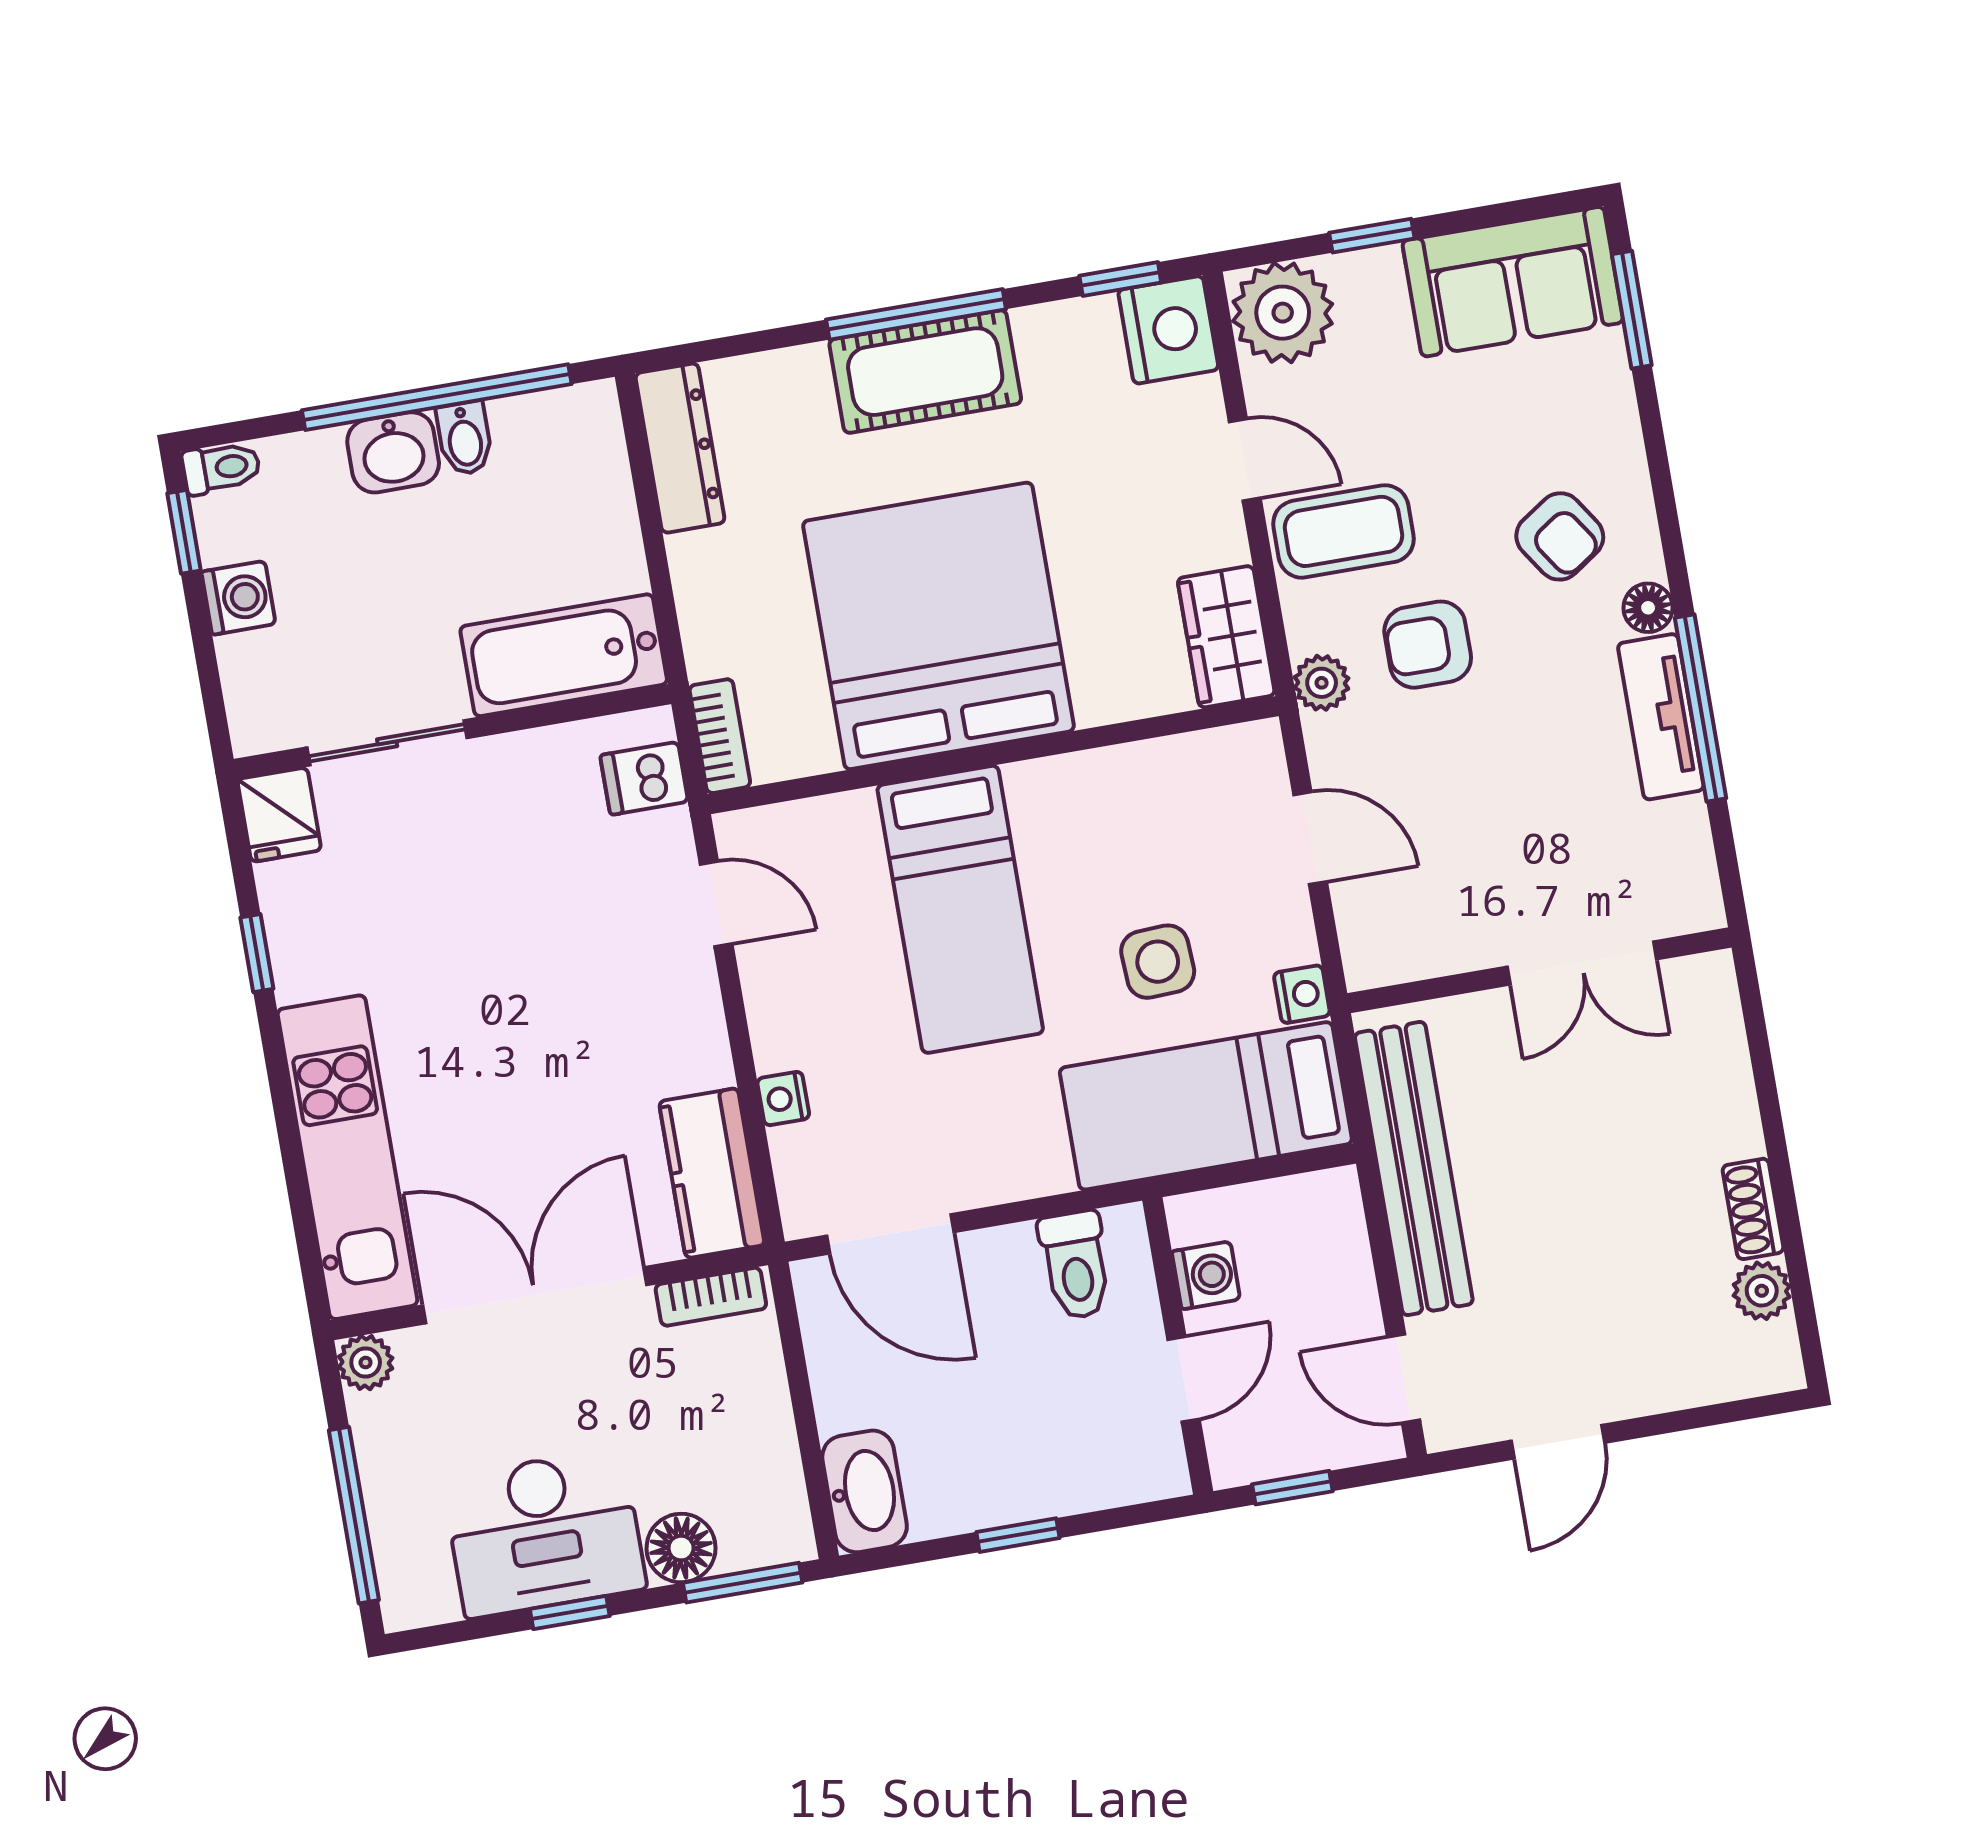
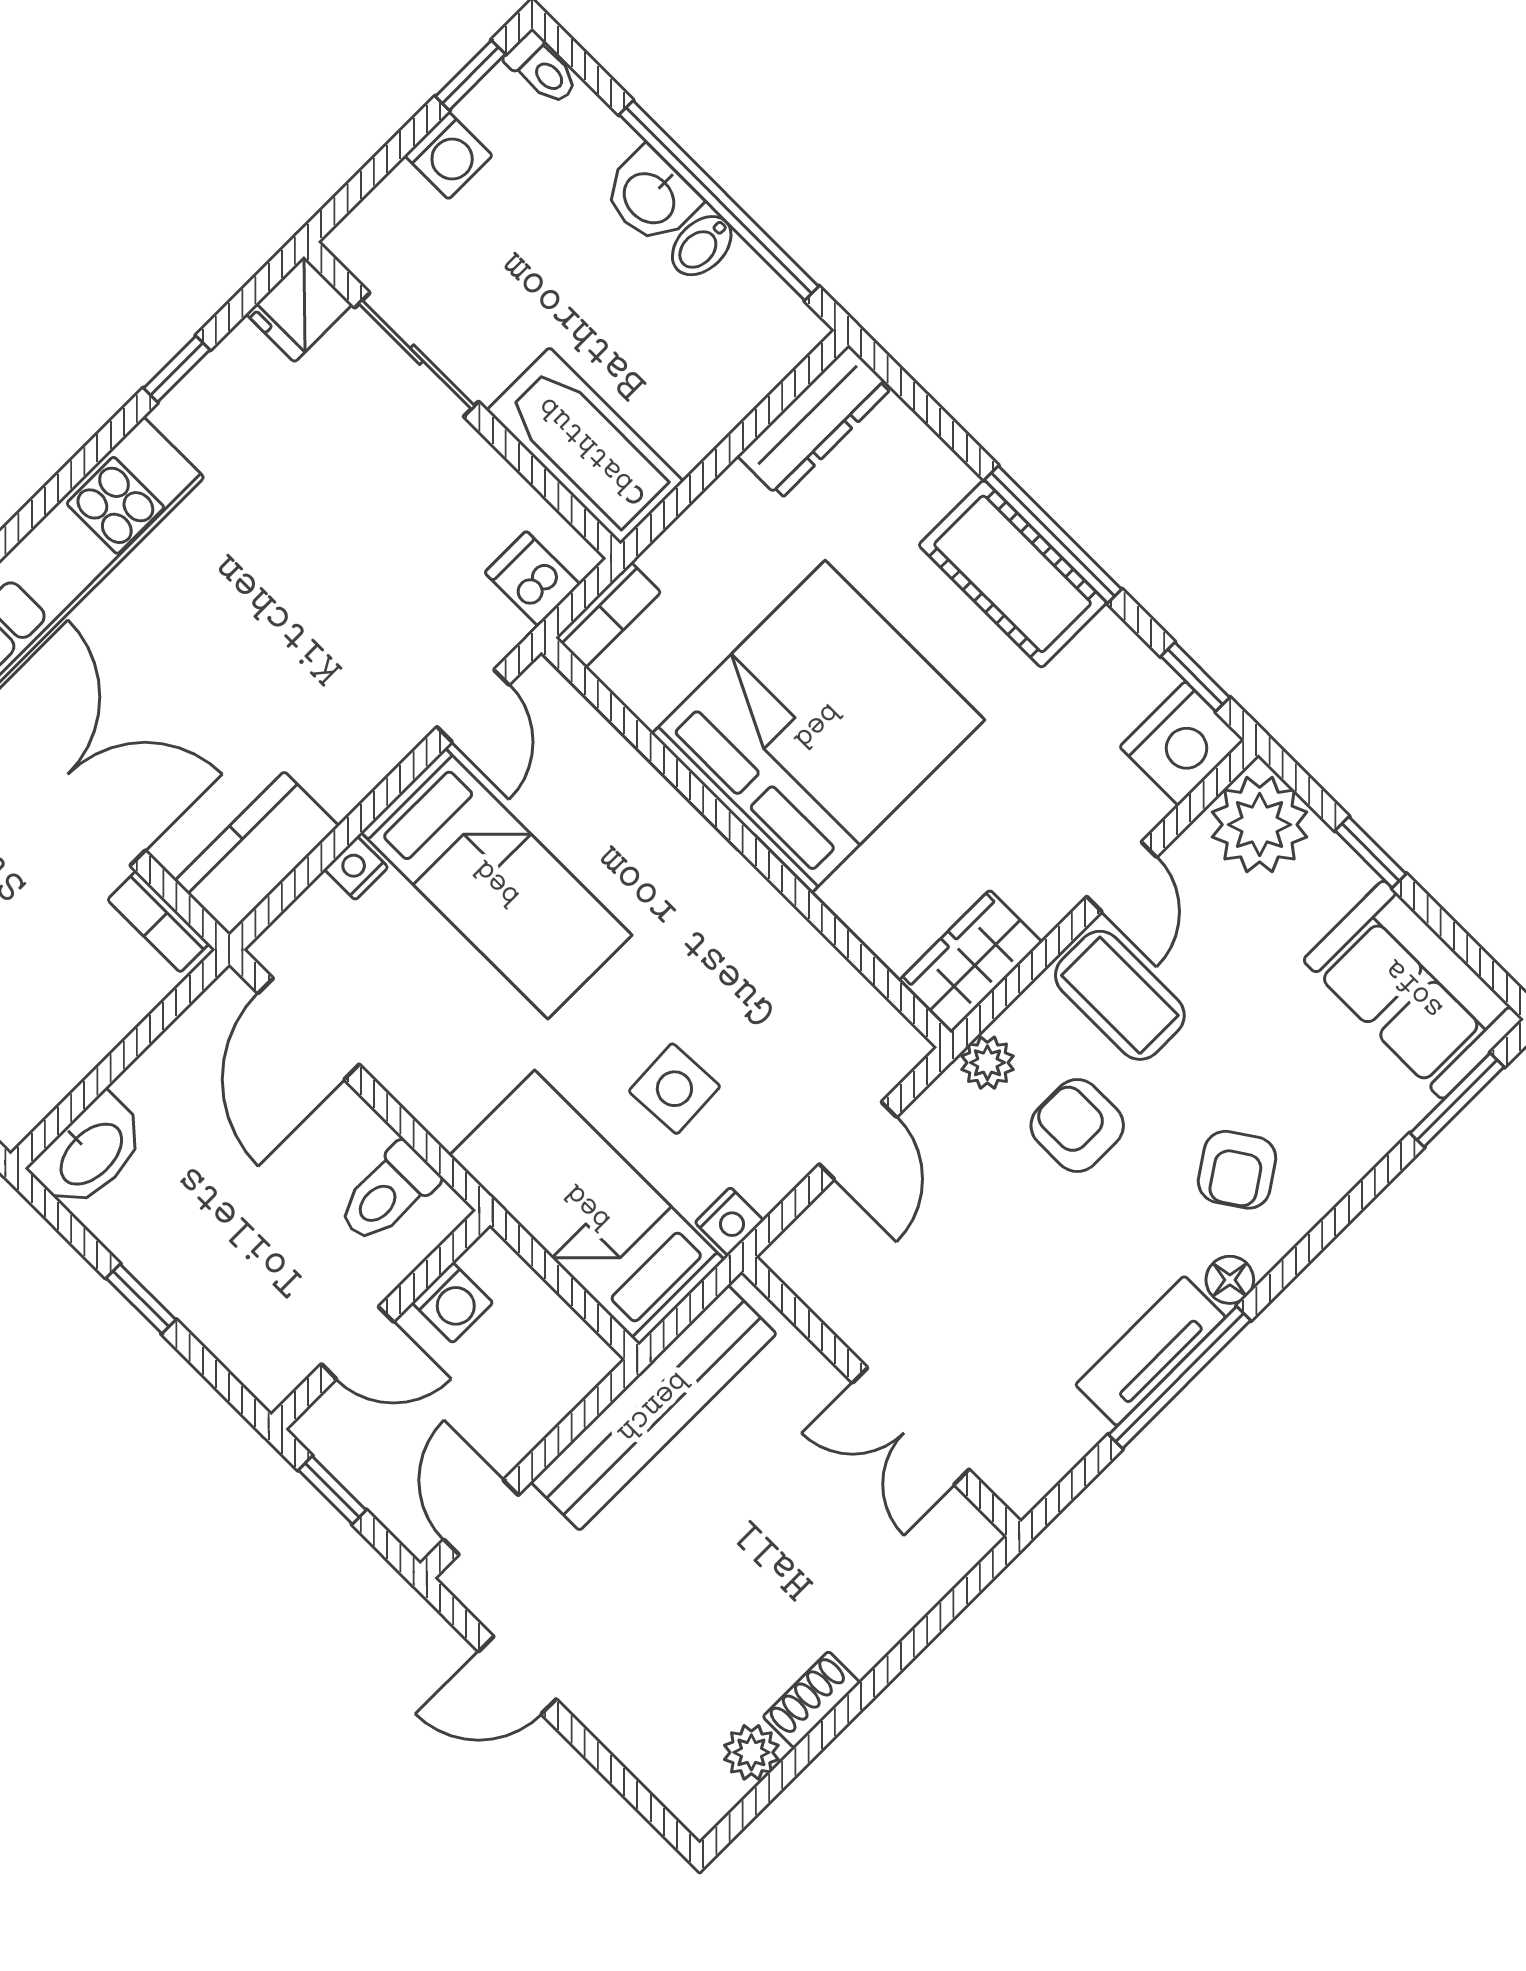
bed: (960, 909) -> (496, 884), moved, turned -90

